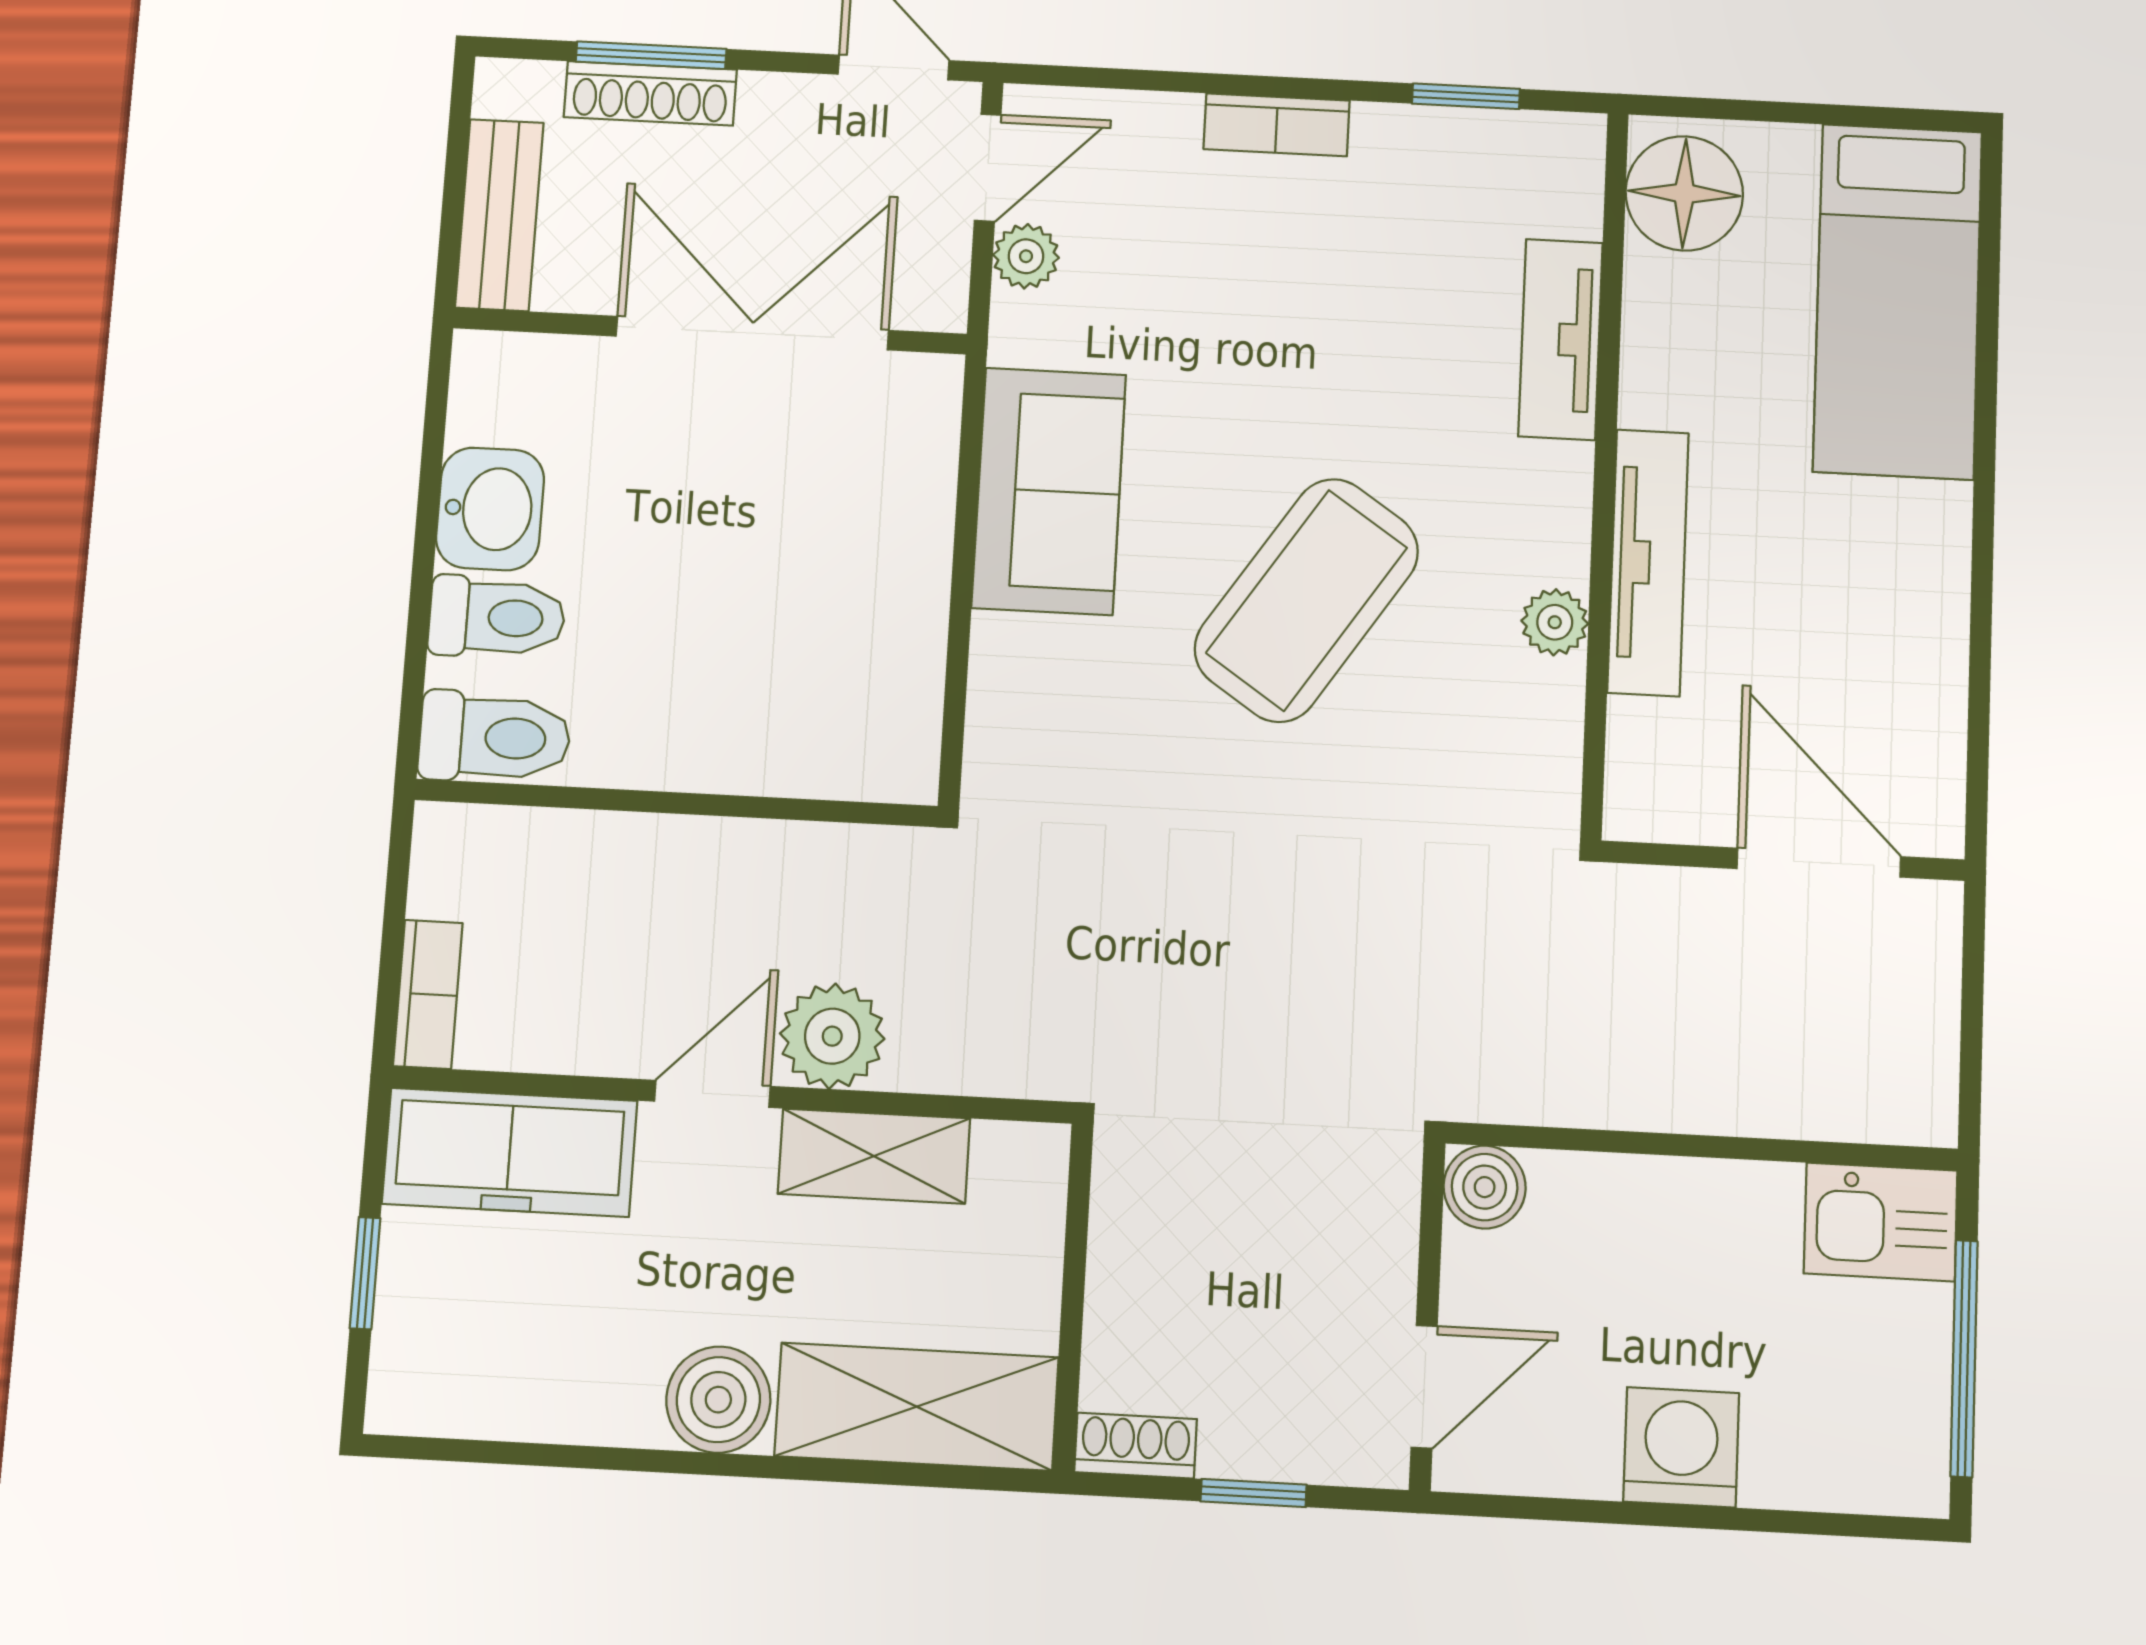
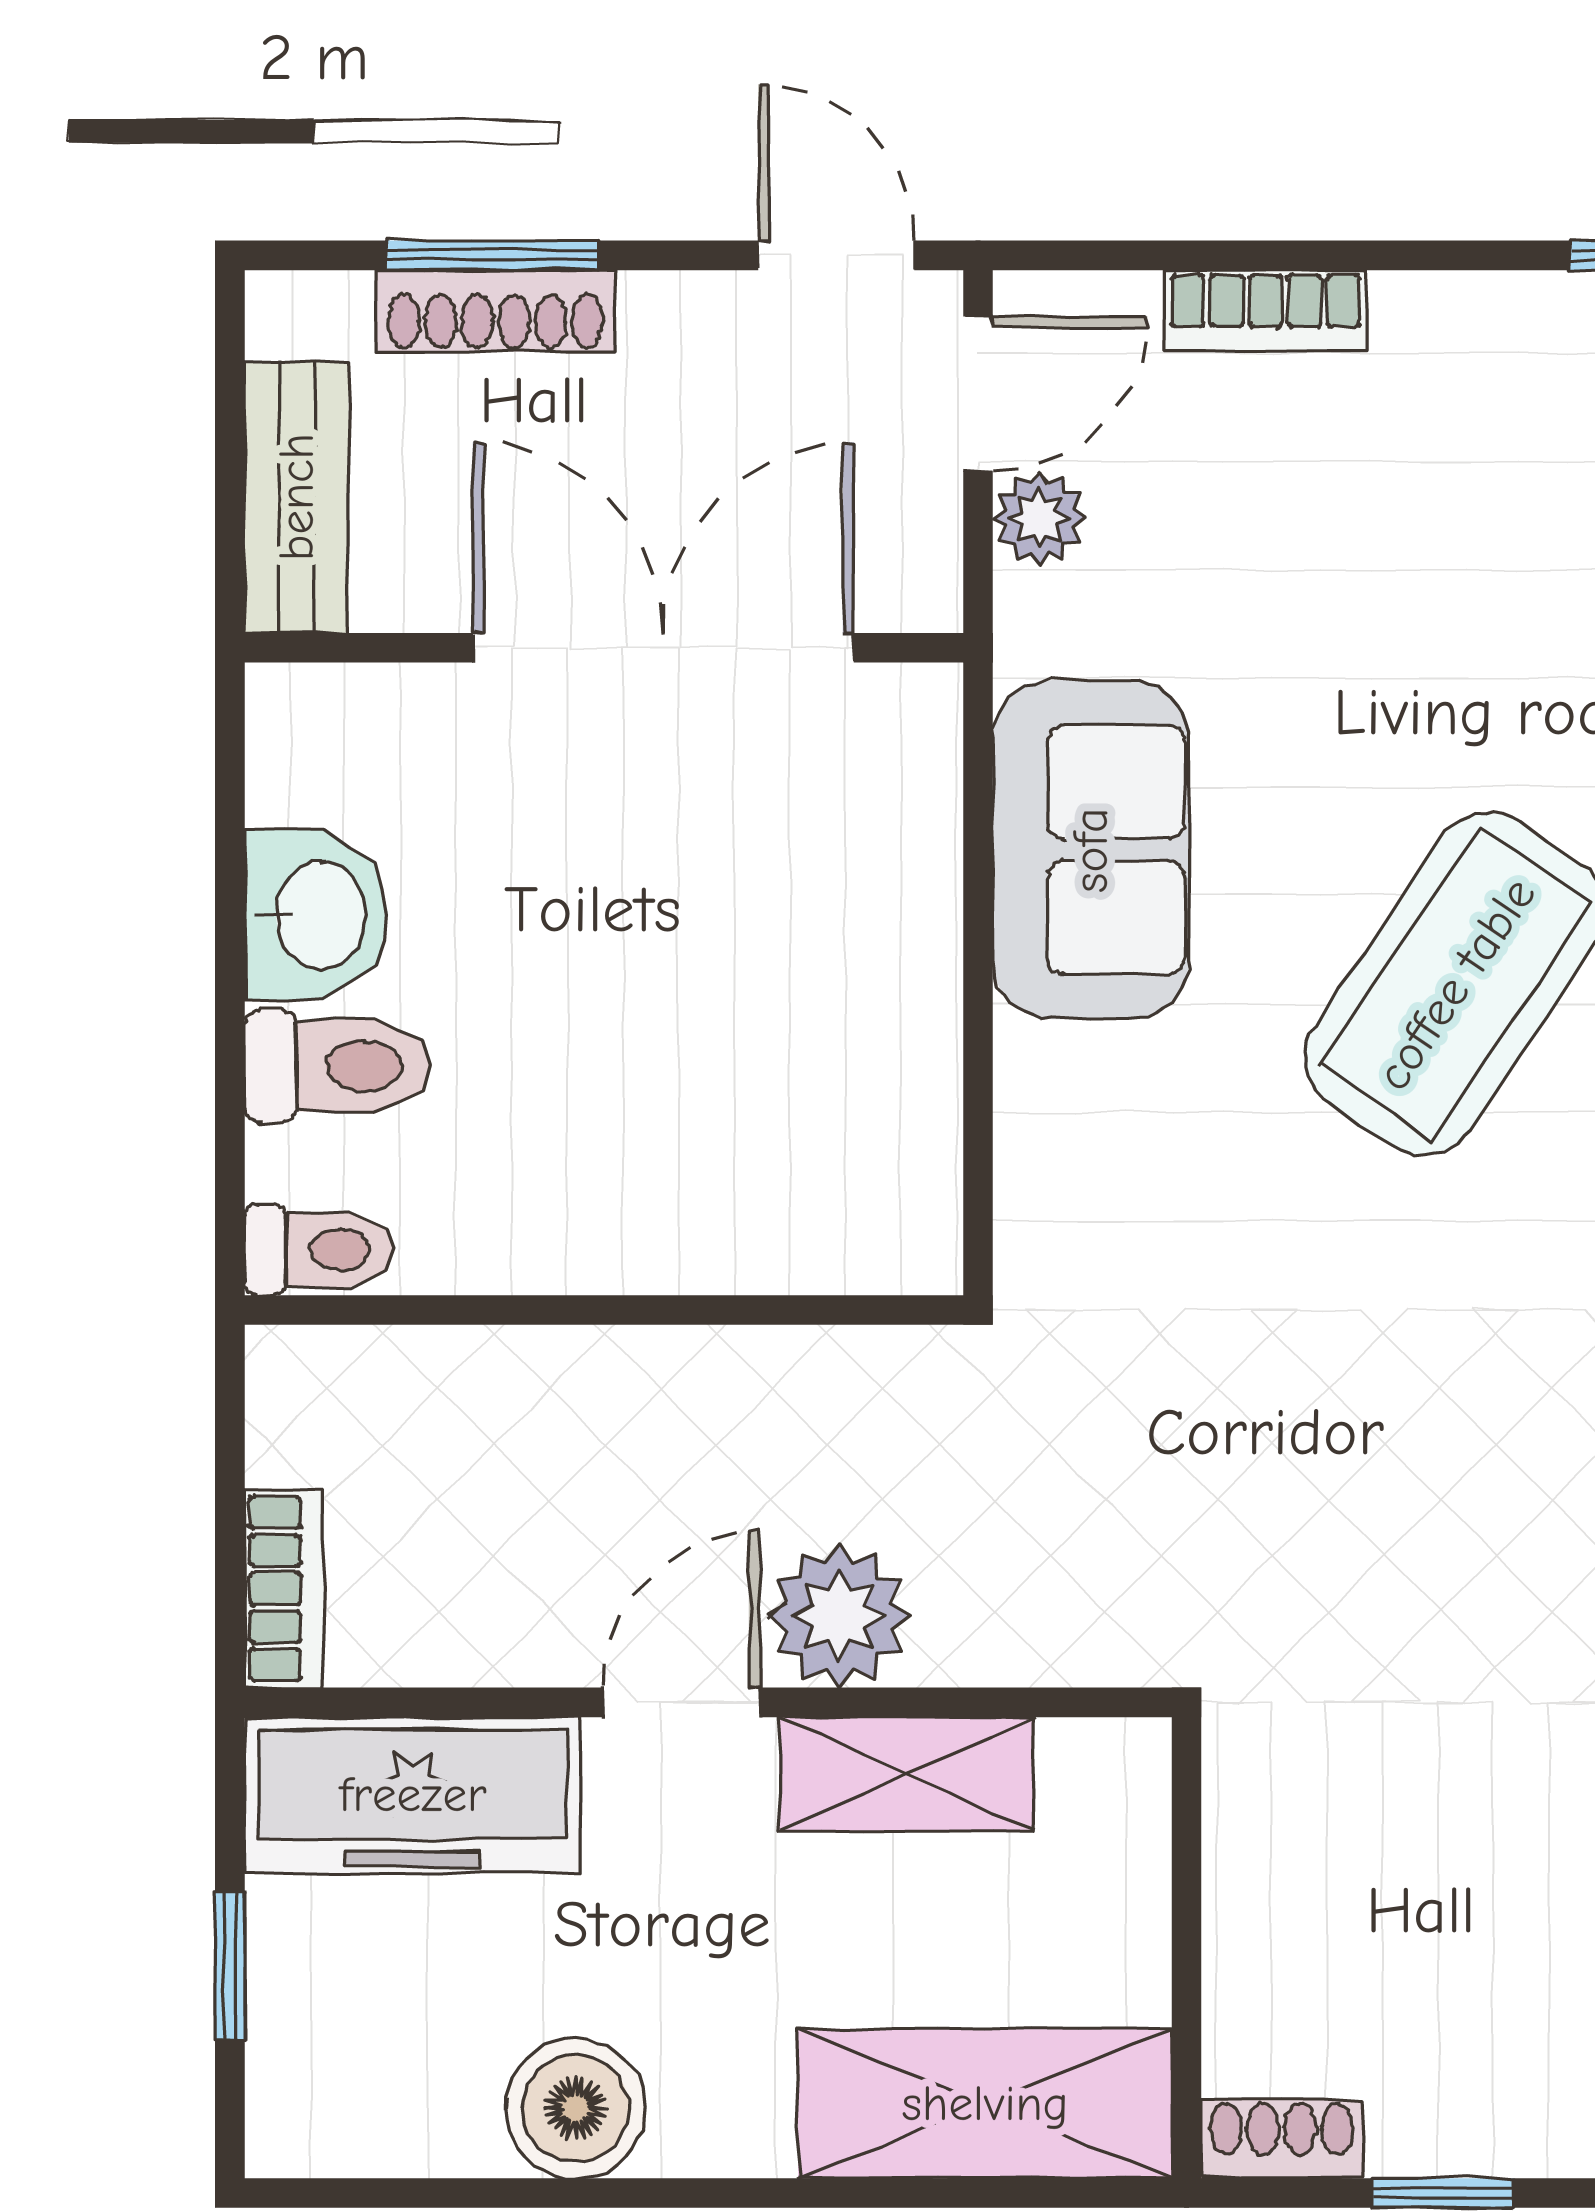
bookcase: (1277, 125) -> (1266, 311), moved
toilet: (495, 737) -> (319, 1250), width x0.73, depth x0.72
boiler: (718, 1400) -> (576, 2108), moved

